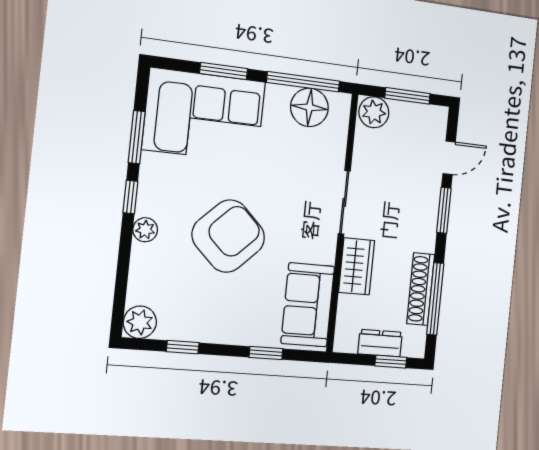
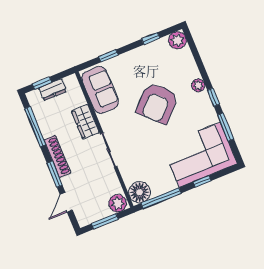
window: (224, 71) -> (202, 181), width x0.67
floor lamp: (309, 107) -> (139, 192), moved
shoe rack: (421, 289) -> (57, 156), moved

